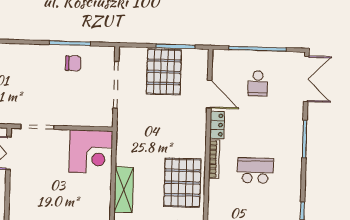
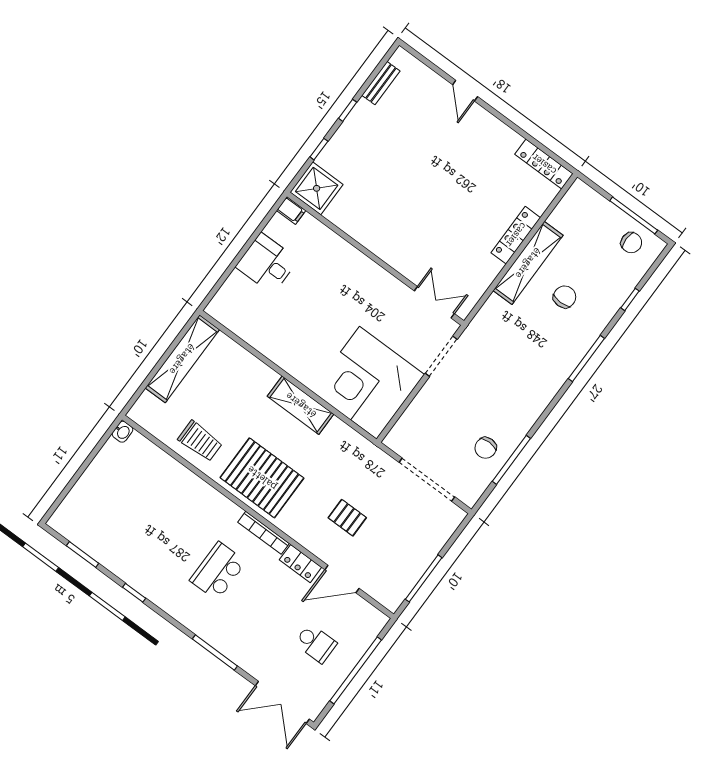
pallet: (164, 72) -> (347, 518), moved, width x0.49, depth x0.50
school desk: (258, 83) -> (316, 643), turned 180
corner desk: (91, 152) -> (368, 383), width x1.36, depth x1.36
school desk: (255, 171) -> (218, 571), turned 180

